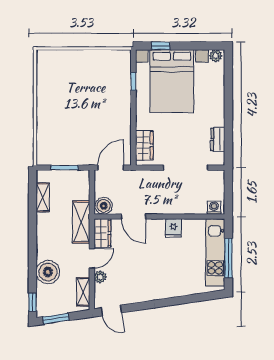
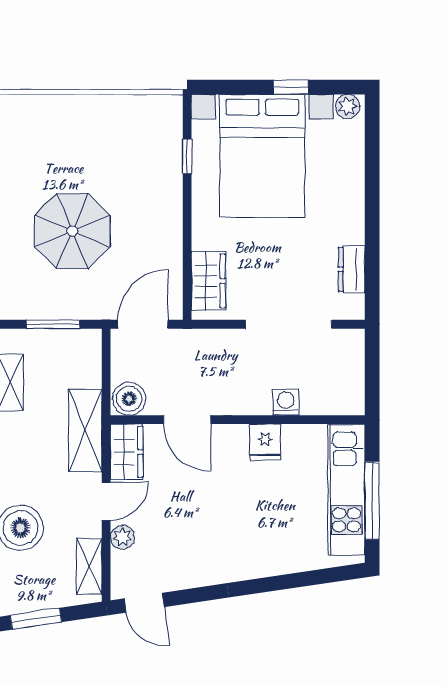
window: (161, 46) -> (291, 87), moved
parasol: (74, 120) -> (72, 231), added
washing machine: (214, 208) -> (286, 402), moved

